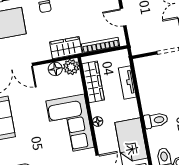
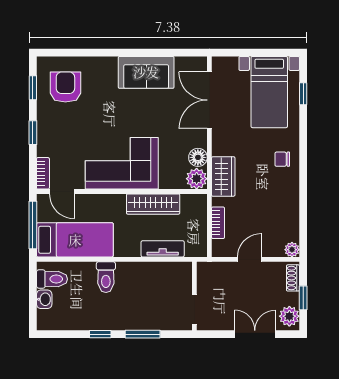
bookcase: (101, 45) -> (218, 223), width x0.64
wardrobe: (93, 82) -> (153, 204), moved
floor lamp: (98, 122) -> (118, 200), removed

